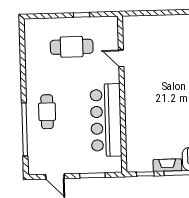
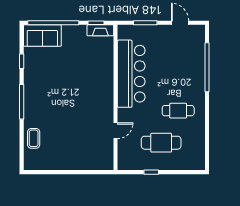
door: (121, 58) -> (116, 131), hinge flipped
cafe table: (47, 112) -> (178, 111), moved, turned 90
fireplace: (167, 165) -> (100, 30), moved

